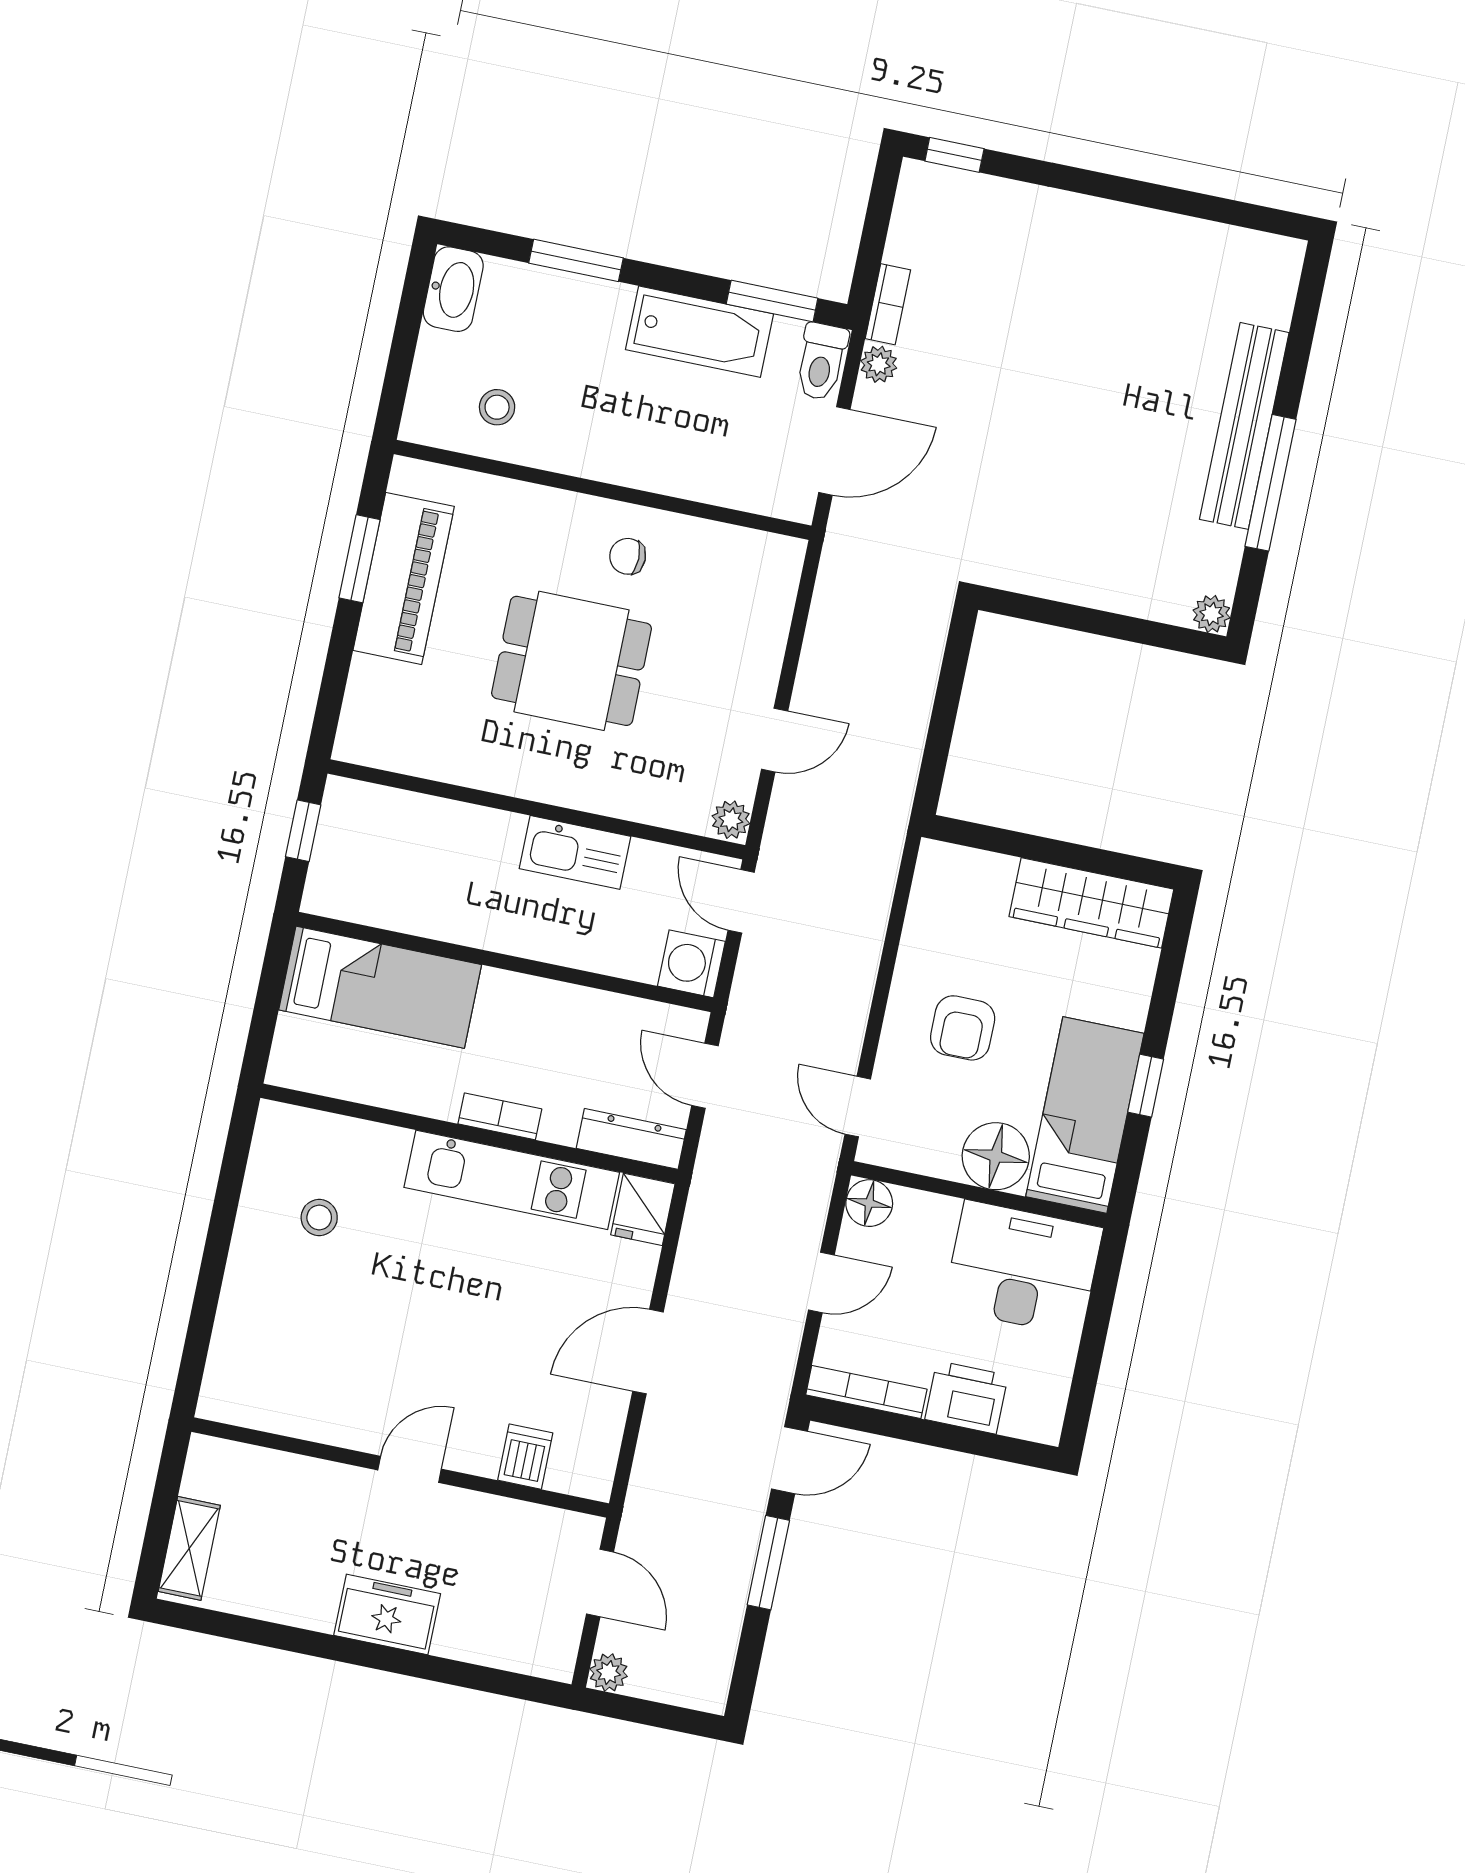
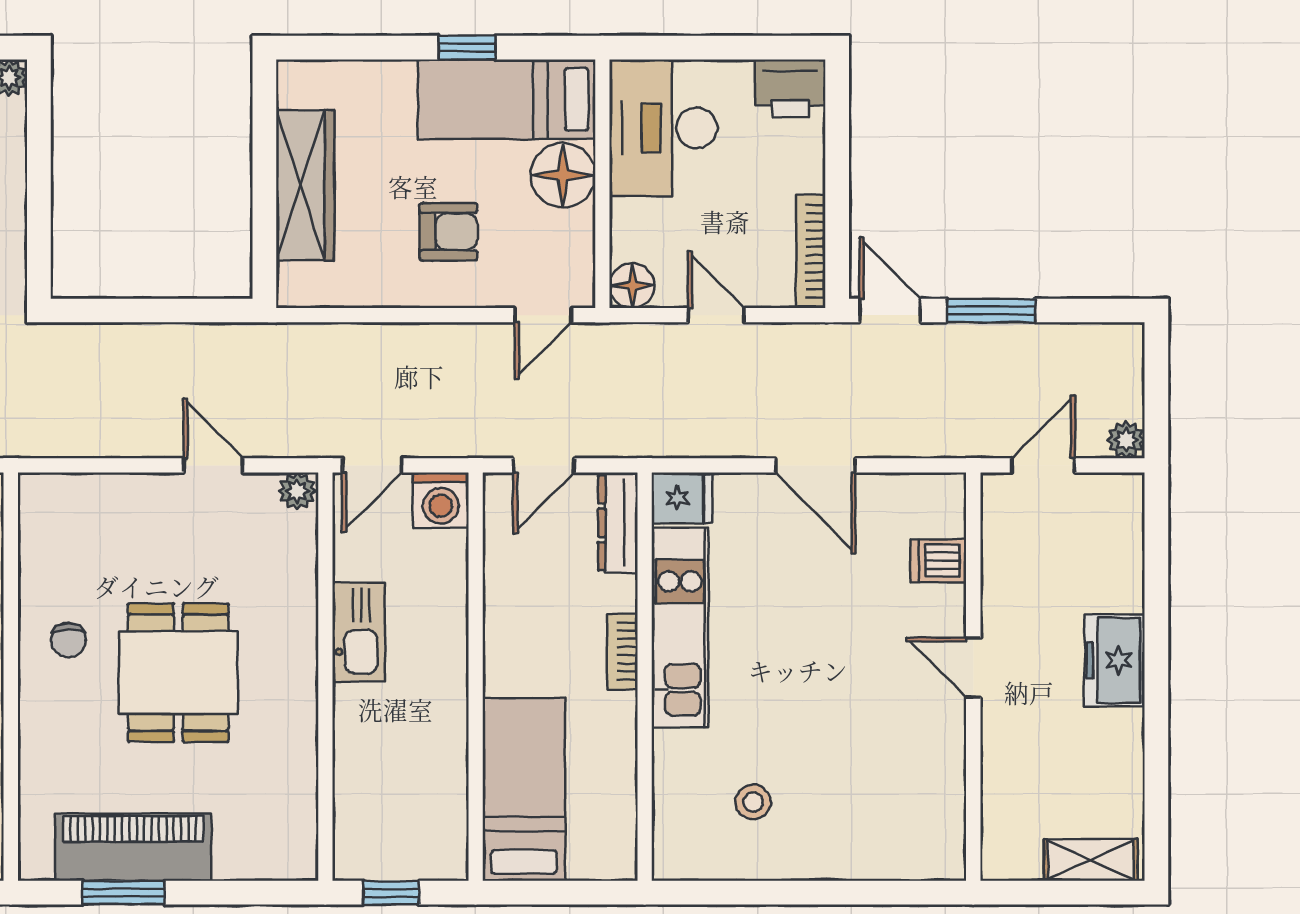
wardrobe: (1091, 903) -> (305, 185), moved
printer: (967, 1397) -> (790, 88), moved, turned -90

